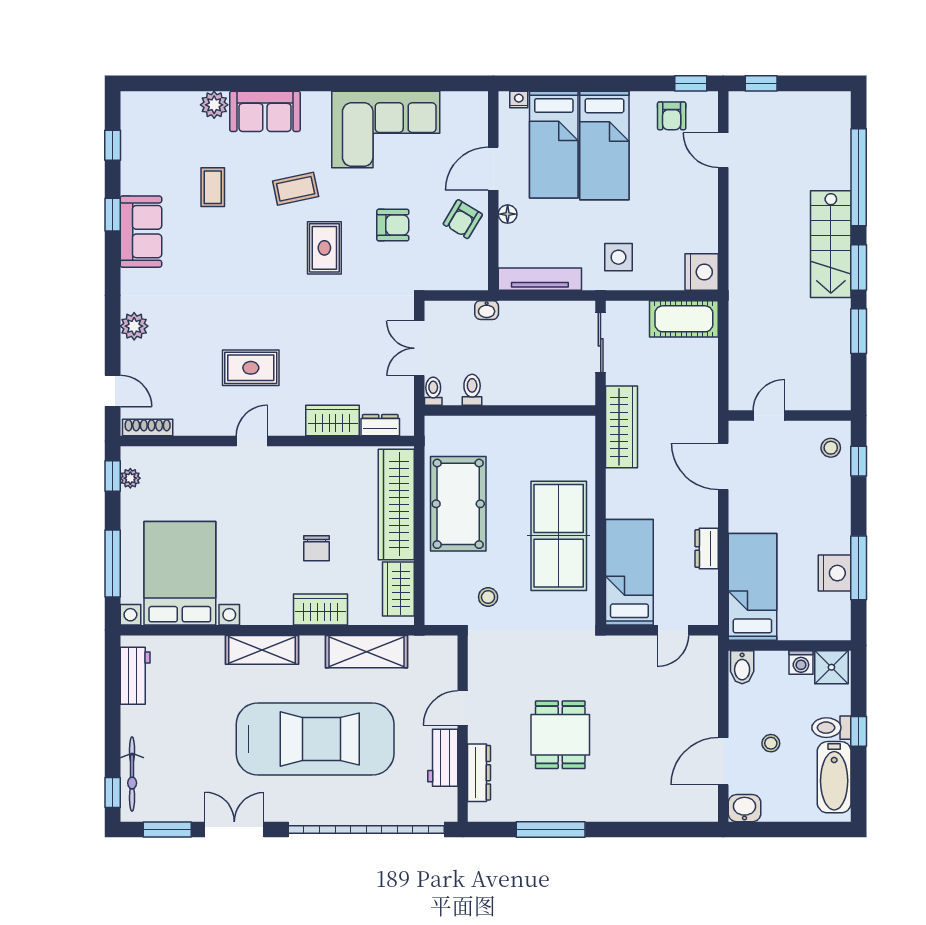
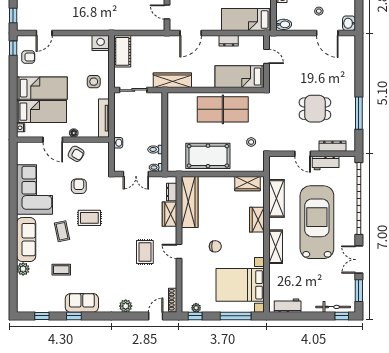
sofa: (265, 111) -> (26, 240), width x1.36
wardrobe: (396, 504) -> (190, 202), moved, turned -90
chair: (316, 548) -> (215, 246), moved

